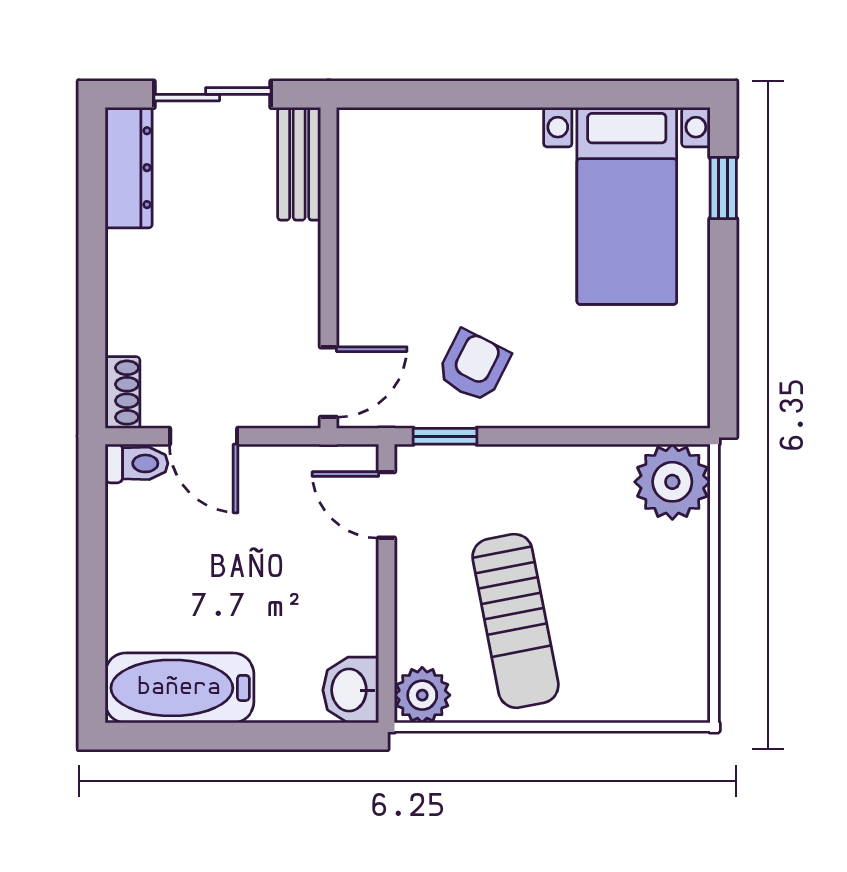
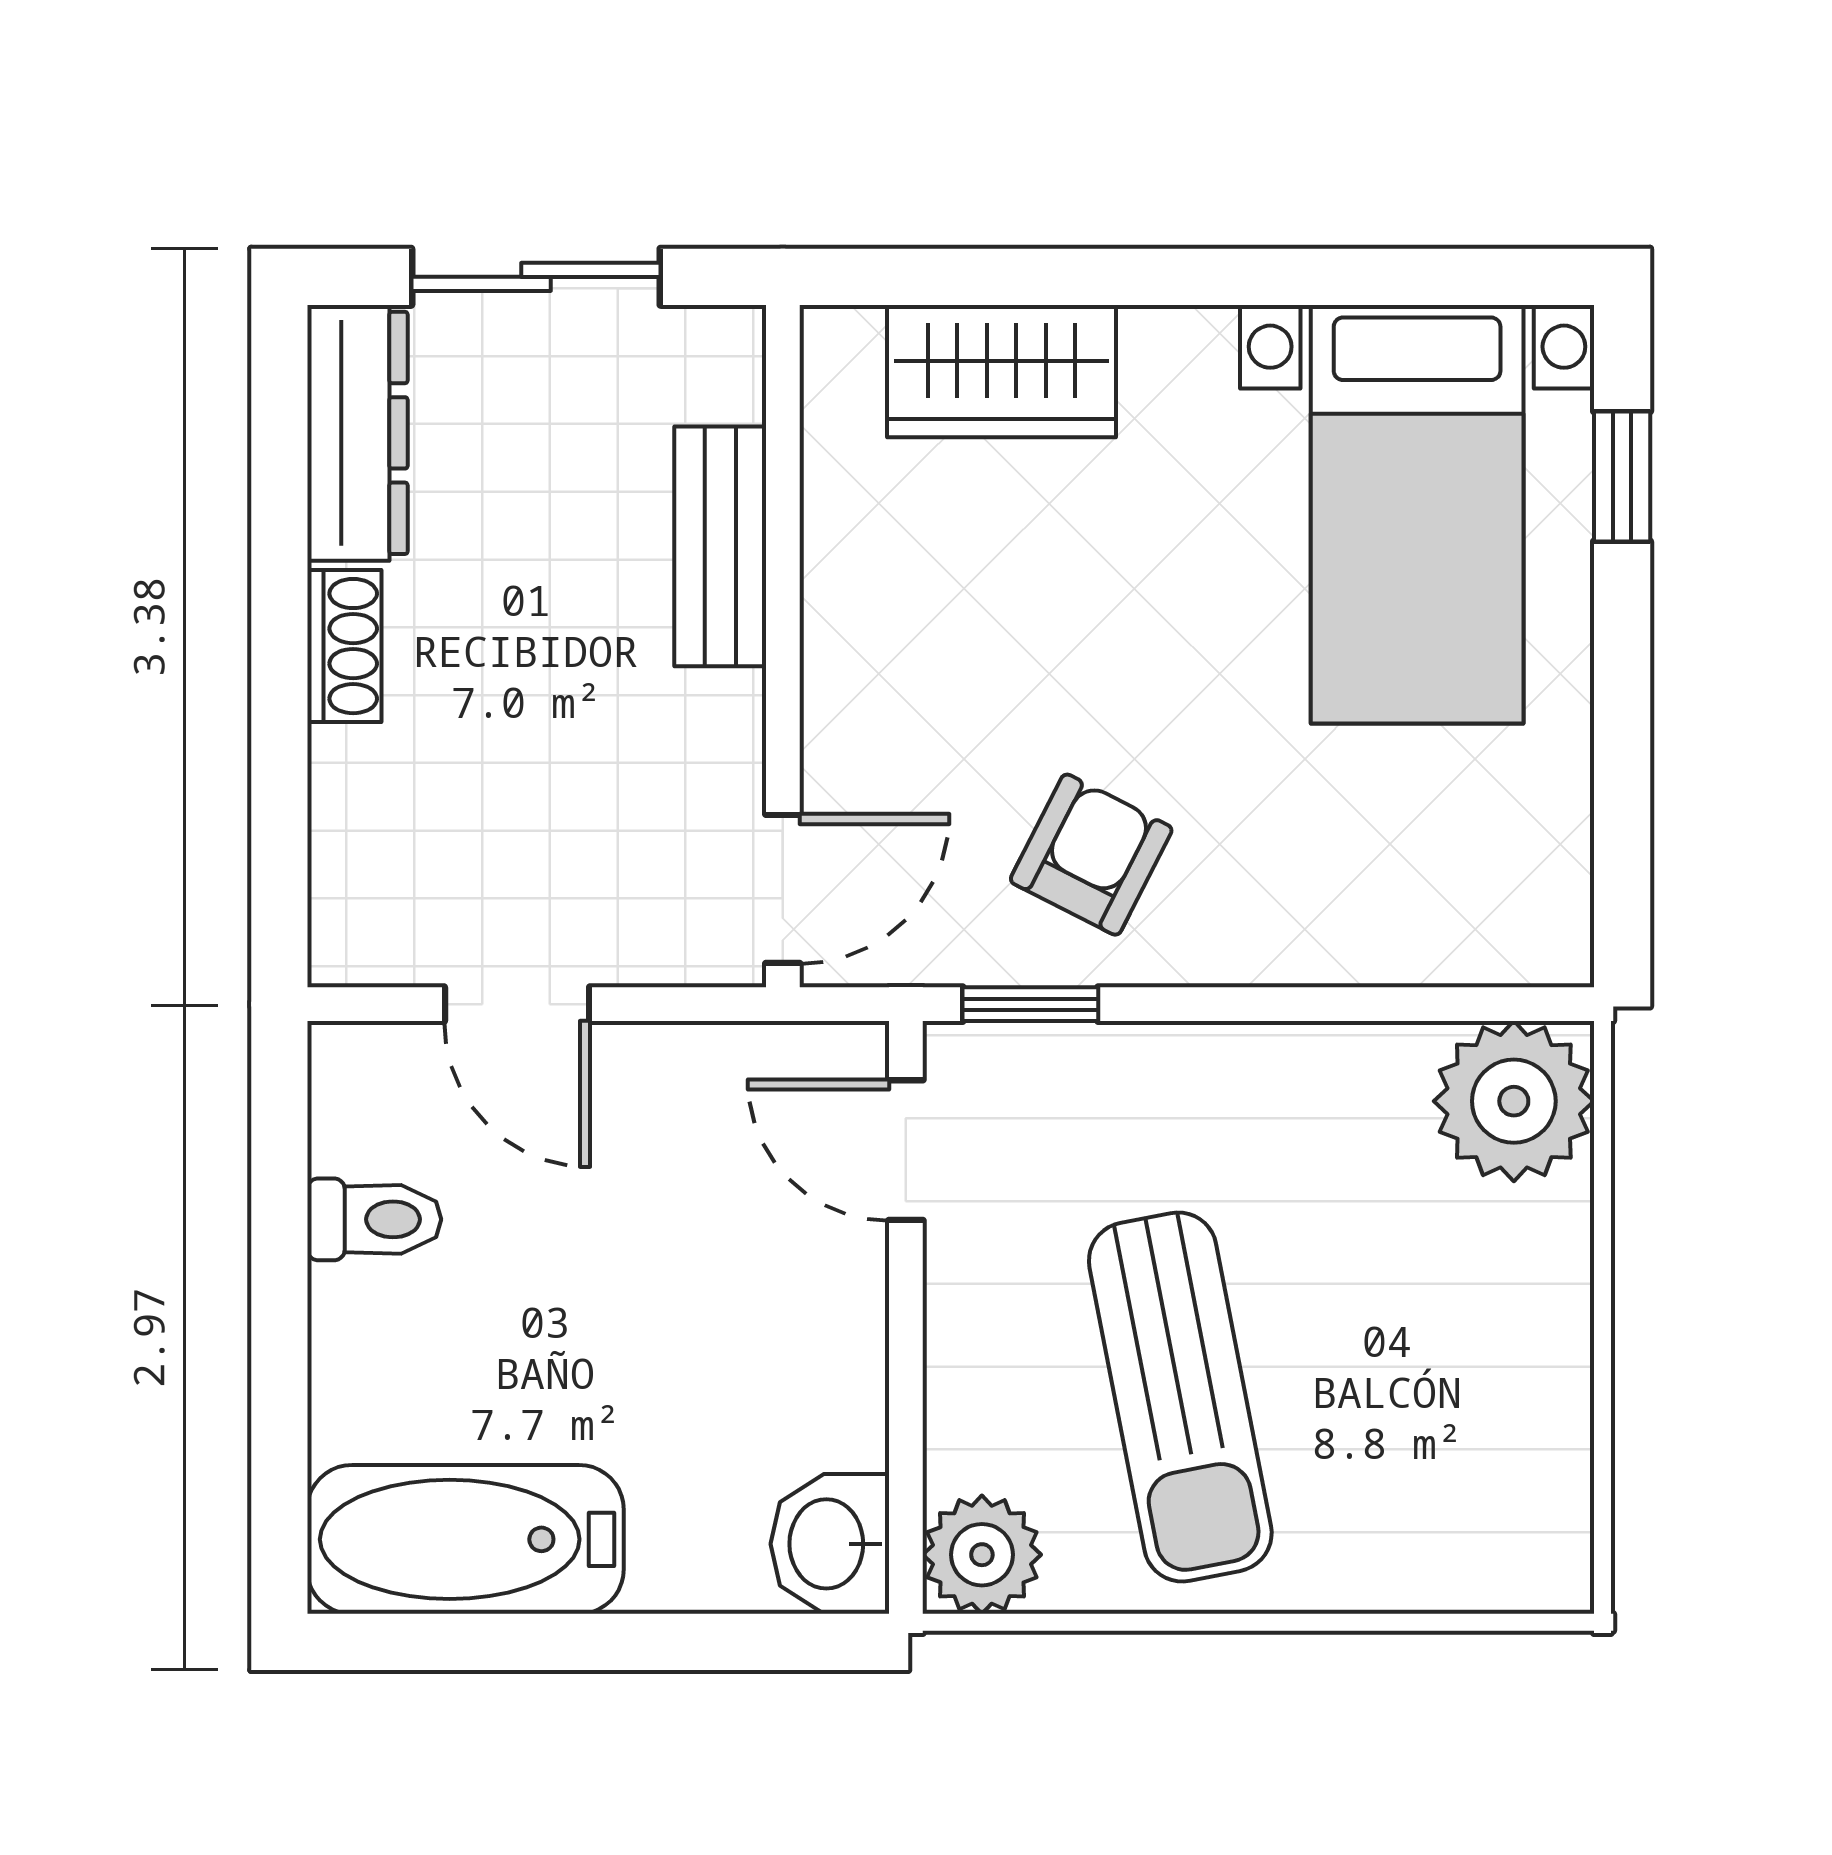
wardrobe: (431, 139) -> (1001, 371), added
bench: (299, 164) -> (720, 546), moved
shoe rack: (122, 393) -> (344, 646), moved
toilet: (136, 463) -> (374, 1219), moved

